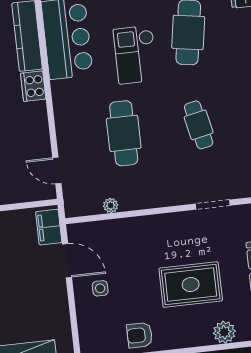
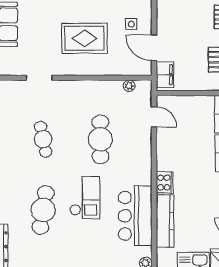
plant: (111, 205) -> (129, 86), moved
rug: (191, 285) -> (84, 38), moved

